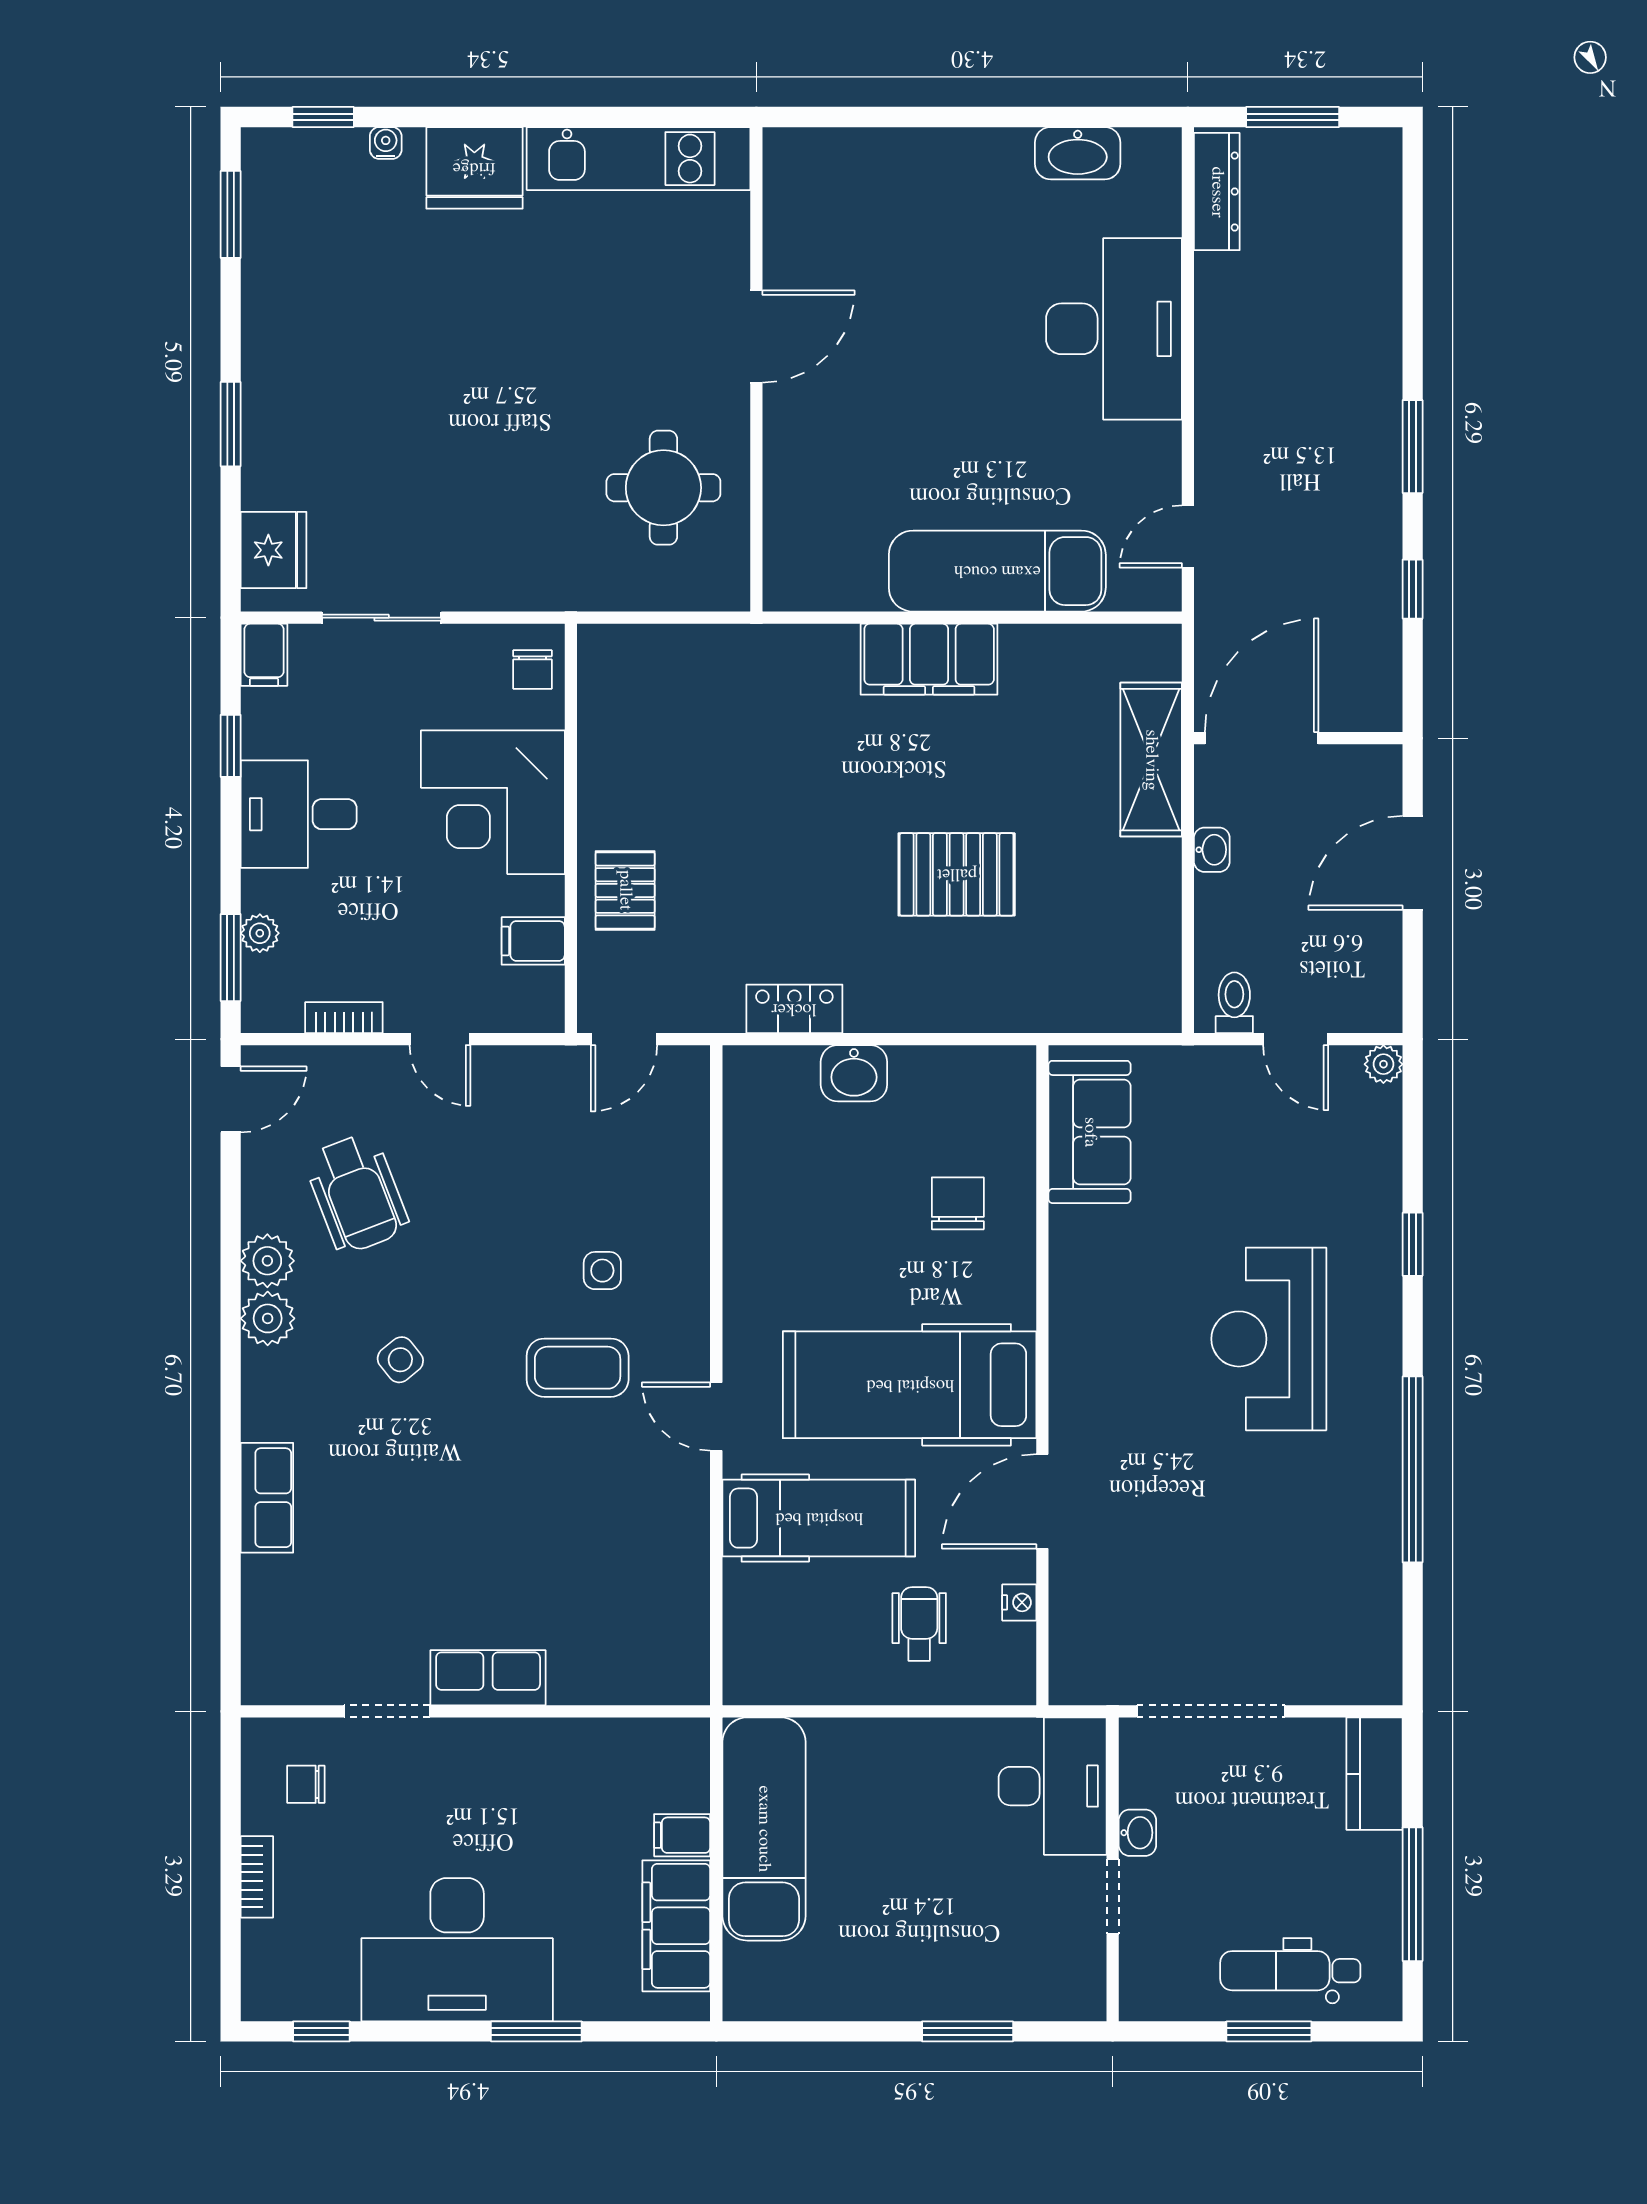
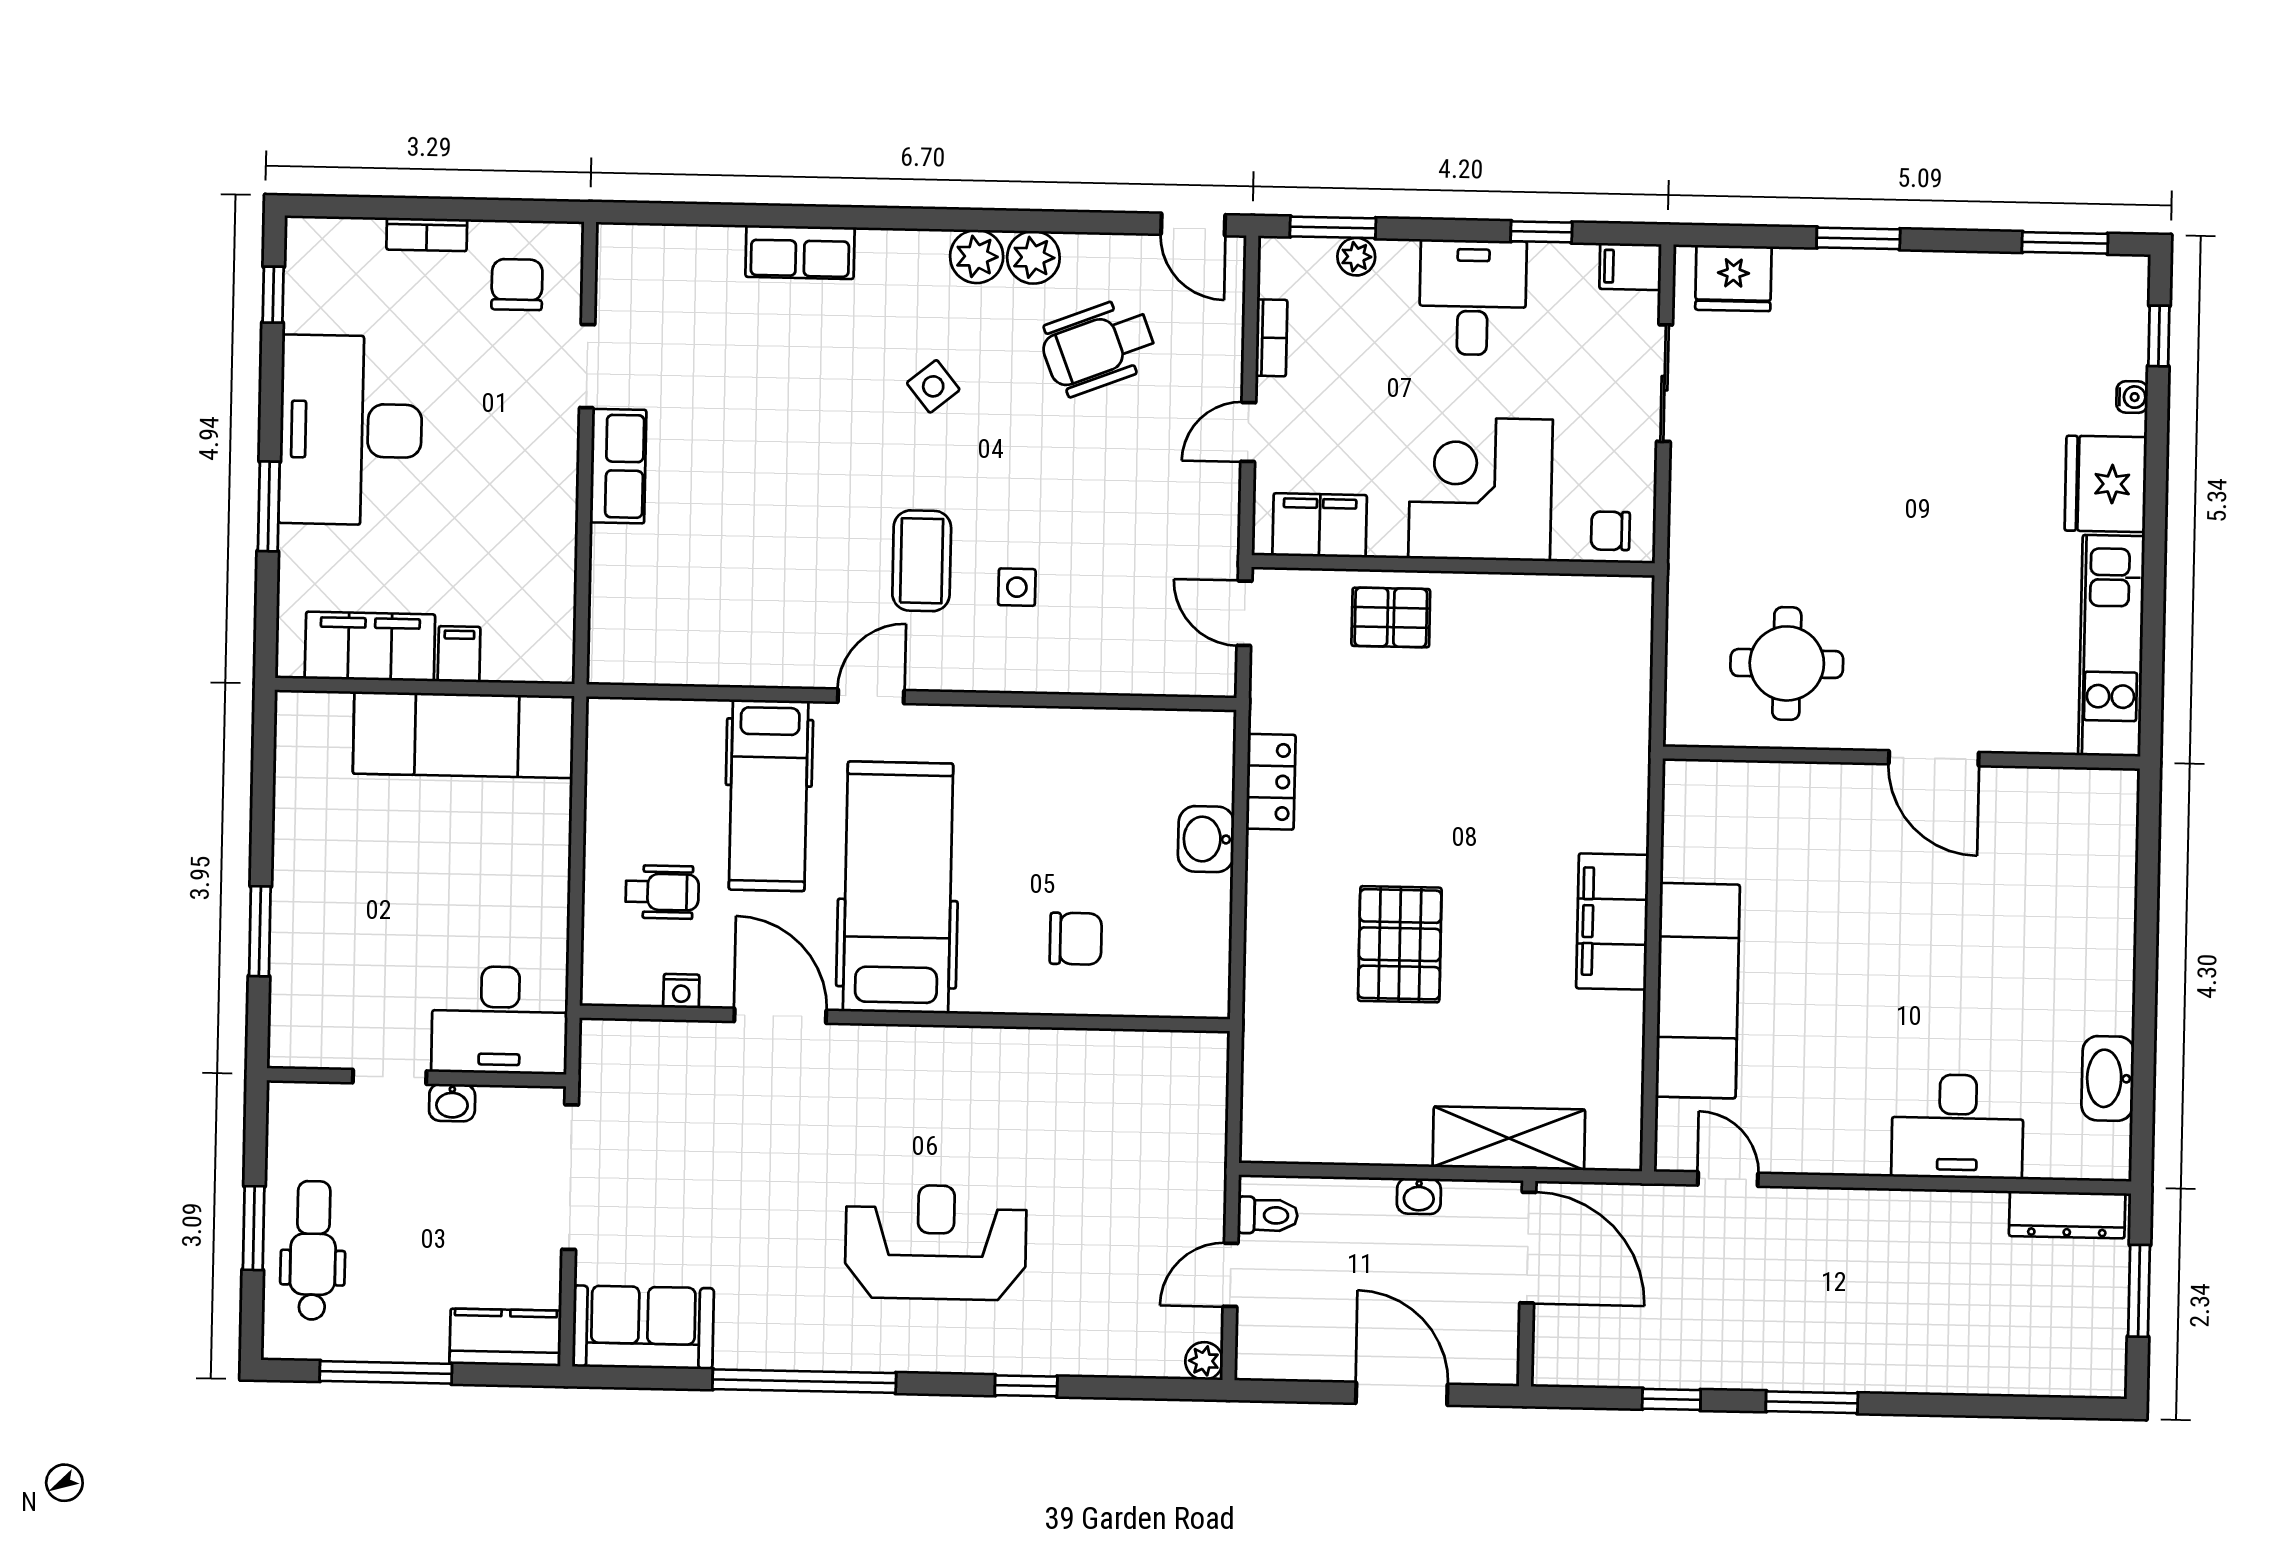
desk: (1114, 329) -> (1957, 1126), width x0.73, depth x0.77
filing cabinet: (533, 941) -> (1320, 525), width x2.00
sofa: (1090, 1132) -> (643, 1327), moved, turned 180
chair: (306, 1784) -> (517, 285), width x1.37, depth x1.37

